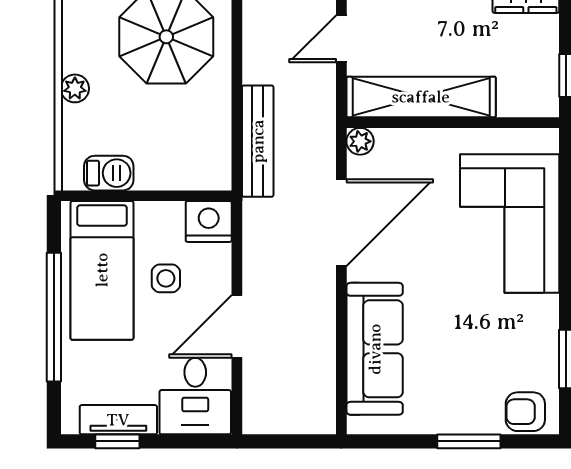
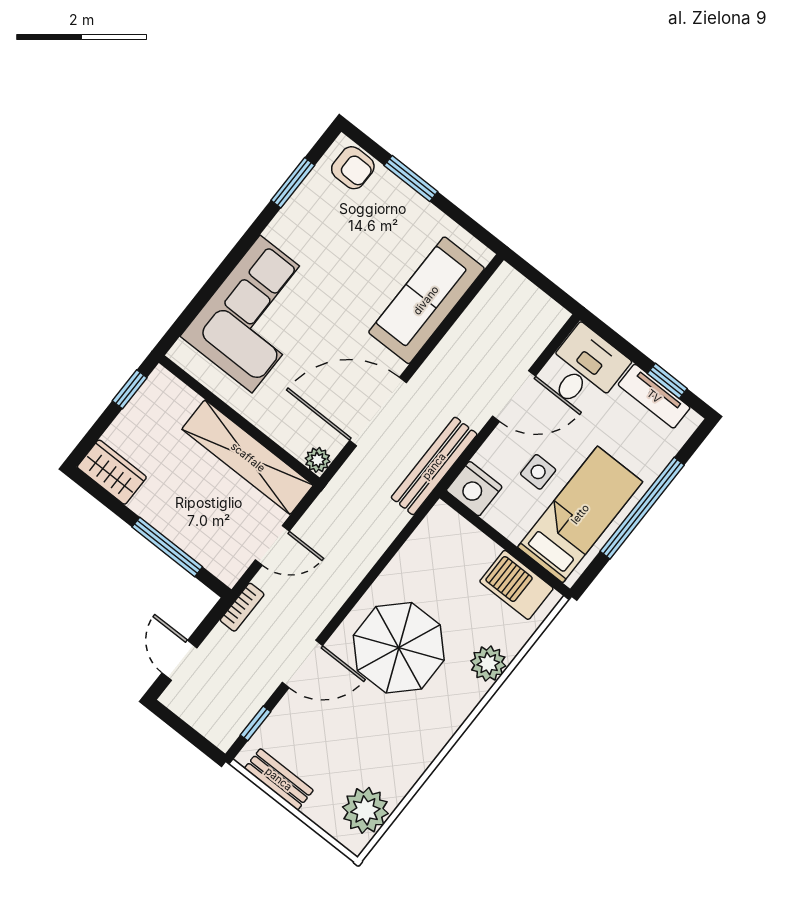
plant: (75, 88) -> (488, 664), width x1.38, depth x1.38
bench: (258, 141) -> (434, 466), moved
barbecue: (109, 173) -> (516, 585), width x1.38, depth x1.27

